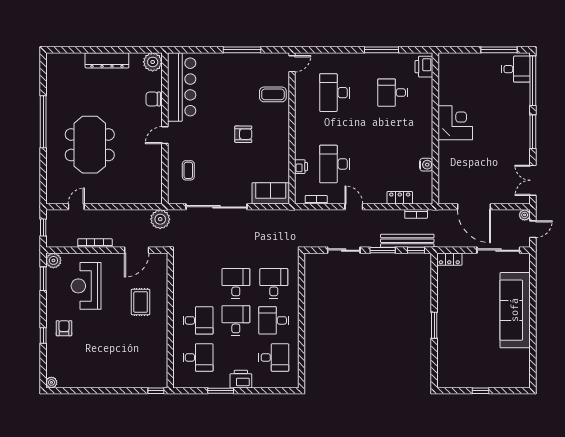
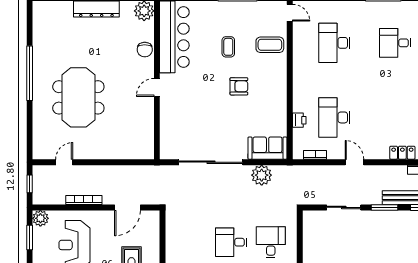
door: (292, 64) -> (290, 13), hinge flipped
chair: (153, 99) -> (145, 50), turned -90
coffee table: (188, 170) -> (228, 47), moved
plant: (160, 219) -> (262, 175), moved
desk: (236, 283) -> (231, 242), turned -90

